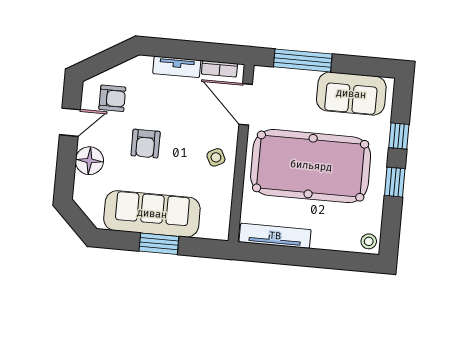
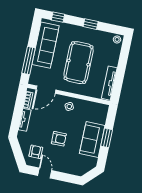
sofa: (351, 94) -> (46, 45), width x1.36
window: (399, 136) -> (58, 17), moved
floor lamp: (89, 161) -> (64, 166), removed
pool table: (311, 166) -> (79, 63), width x0.73, depth x0.76
sofa: (152, 214) -> (92, 140), width x0.73

